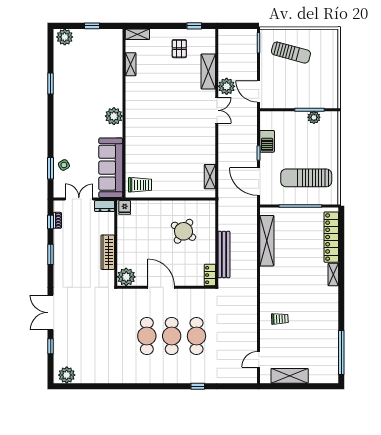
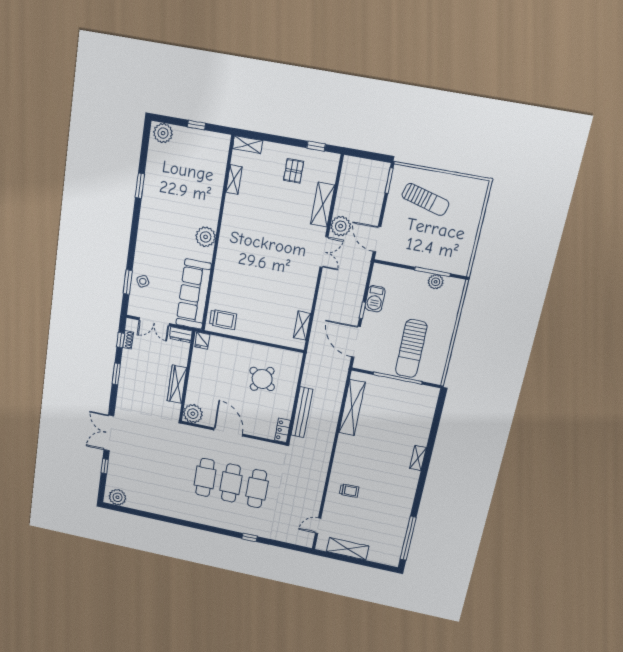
sun lounger: (306, 178) -> (411, 349), turned -90
double door: (79, 199) -> (154, 322), swing flipped
locker: (331, 237) -> (425, 418), removed

